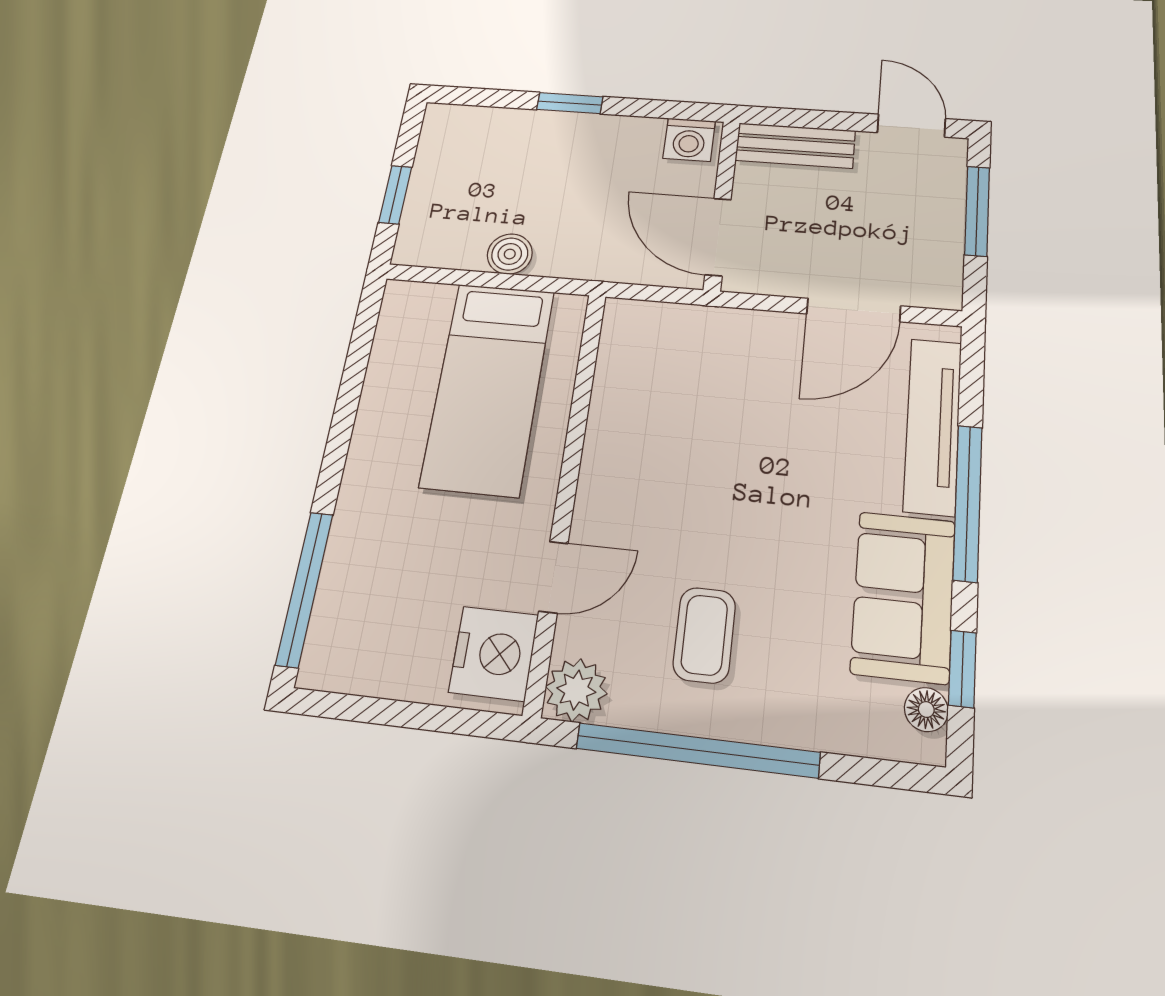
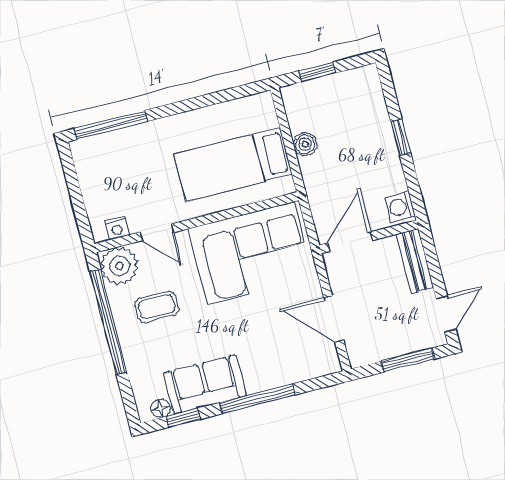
corner sofa: (668, 414) -> (251, 253), added
tv unit: (933, 426) -> (288, 373), removed
nightstand: (494, 653) -> (117, 228), width x0.53, depth x0.56
plant: (576, 690) -> (120, 266), width x1.36, depth x1.36

